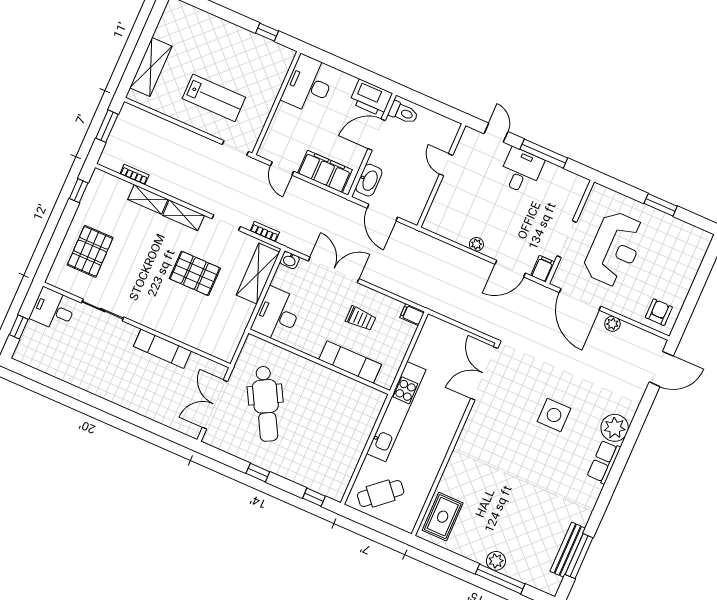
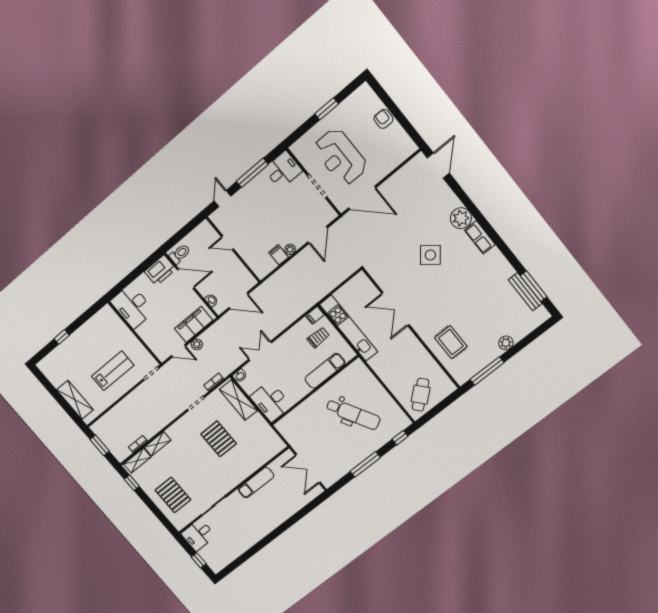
window: (267, 32) -> (62, 337), moved
door: (496, 133) -> (223, 198), hinge flipped
door: (377, 135) -> (186, 279), swing flipped
desk: (521, 171) -> (283, 170), moved, turned 90
washbasin: (369, 180) -> (211, 300), width x0.52, depth x0.69
shelving: (184, 215) -> (137, 461), moved
reception desk: (614, 249) -> (340, 157), turned 180
filing cabinet: (543, 269) -> (279, 255), moved
double door: (334, 270) -> (260, 351), width x0.73
pallet: (195, 273) -> (219, 439), turned 90
armchair: (659, 312) -> (384, 119), moved
trolley: (361, 319) -> (318, 337), moved
plant: (612, 324) -> (197, 344), moved
double door: (484, 373) -> (395, 309), moved
dental chair: (266, 404) -> (353, 414), moved
kitchen unit: (396, 412) -> (349, 328), moved
side table: (554, 415) -> (430, 255), turned 38
window: (258, 473) -> (365, 464), width x2.17
rug: (443, 517) -> (451, 342), moved
window: (500, 579) -> (487, 371), moved

